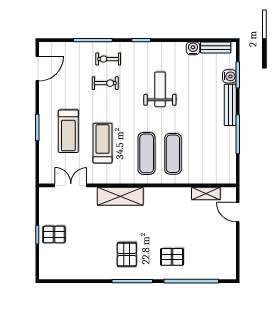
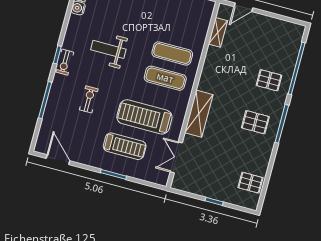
exercise bike: (108, 59) -> (65, 62), moved
treadmill: (103, 143) -> (144, 117), width x1.37, depth x1.38
pallet: (54, 235) -> (250, 183), moved, turned 90
pallet: (172, 257) -> (269, 80), turned 90

